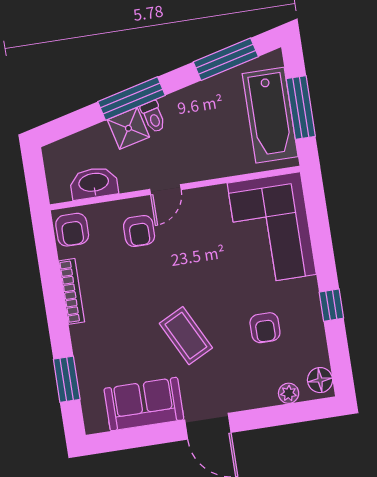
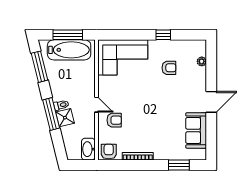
washbasin: (94, 183) -> (88, 149), moved
armchair: (72, 230) -> (109, 152), turned -90
coffee table: (186, 336) -> (167, 106), removed
floor lamp: (320, 380) -> (198, 46), removed

